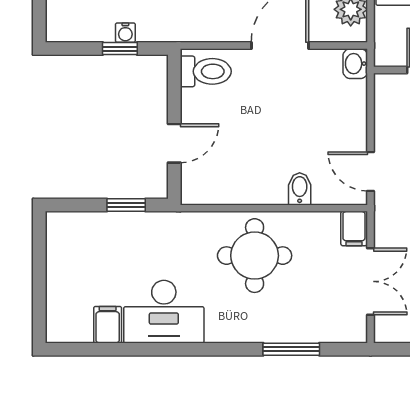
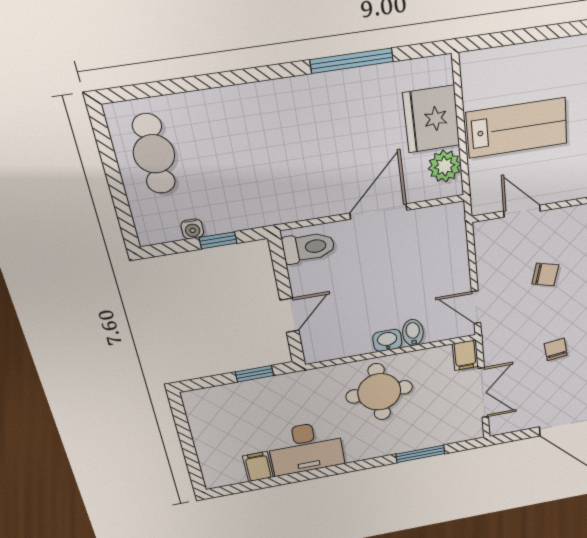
water cooler: (125, 33) -> (192, 229), moved
washbasin: (355, 64) -> (387, 340), moved, turned 90

